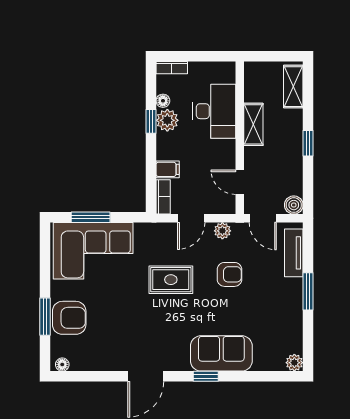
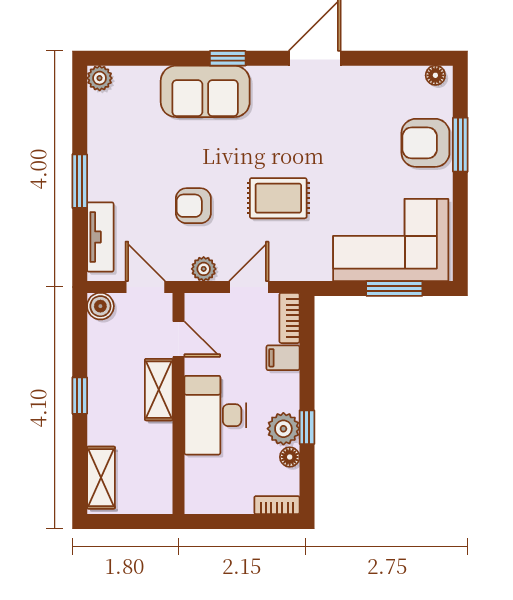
desk: (214, 111) -> (215, 415), moved
shelving: (253, 124) -> (159, 390), moved

